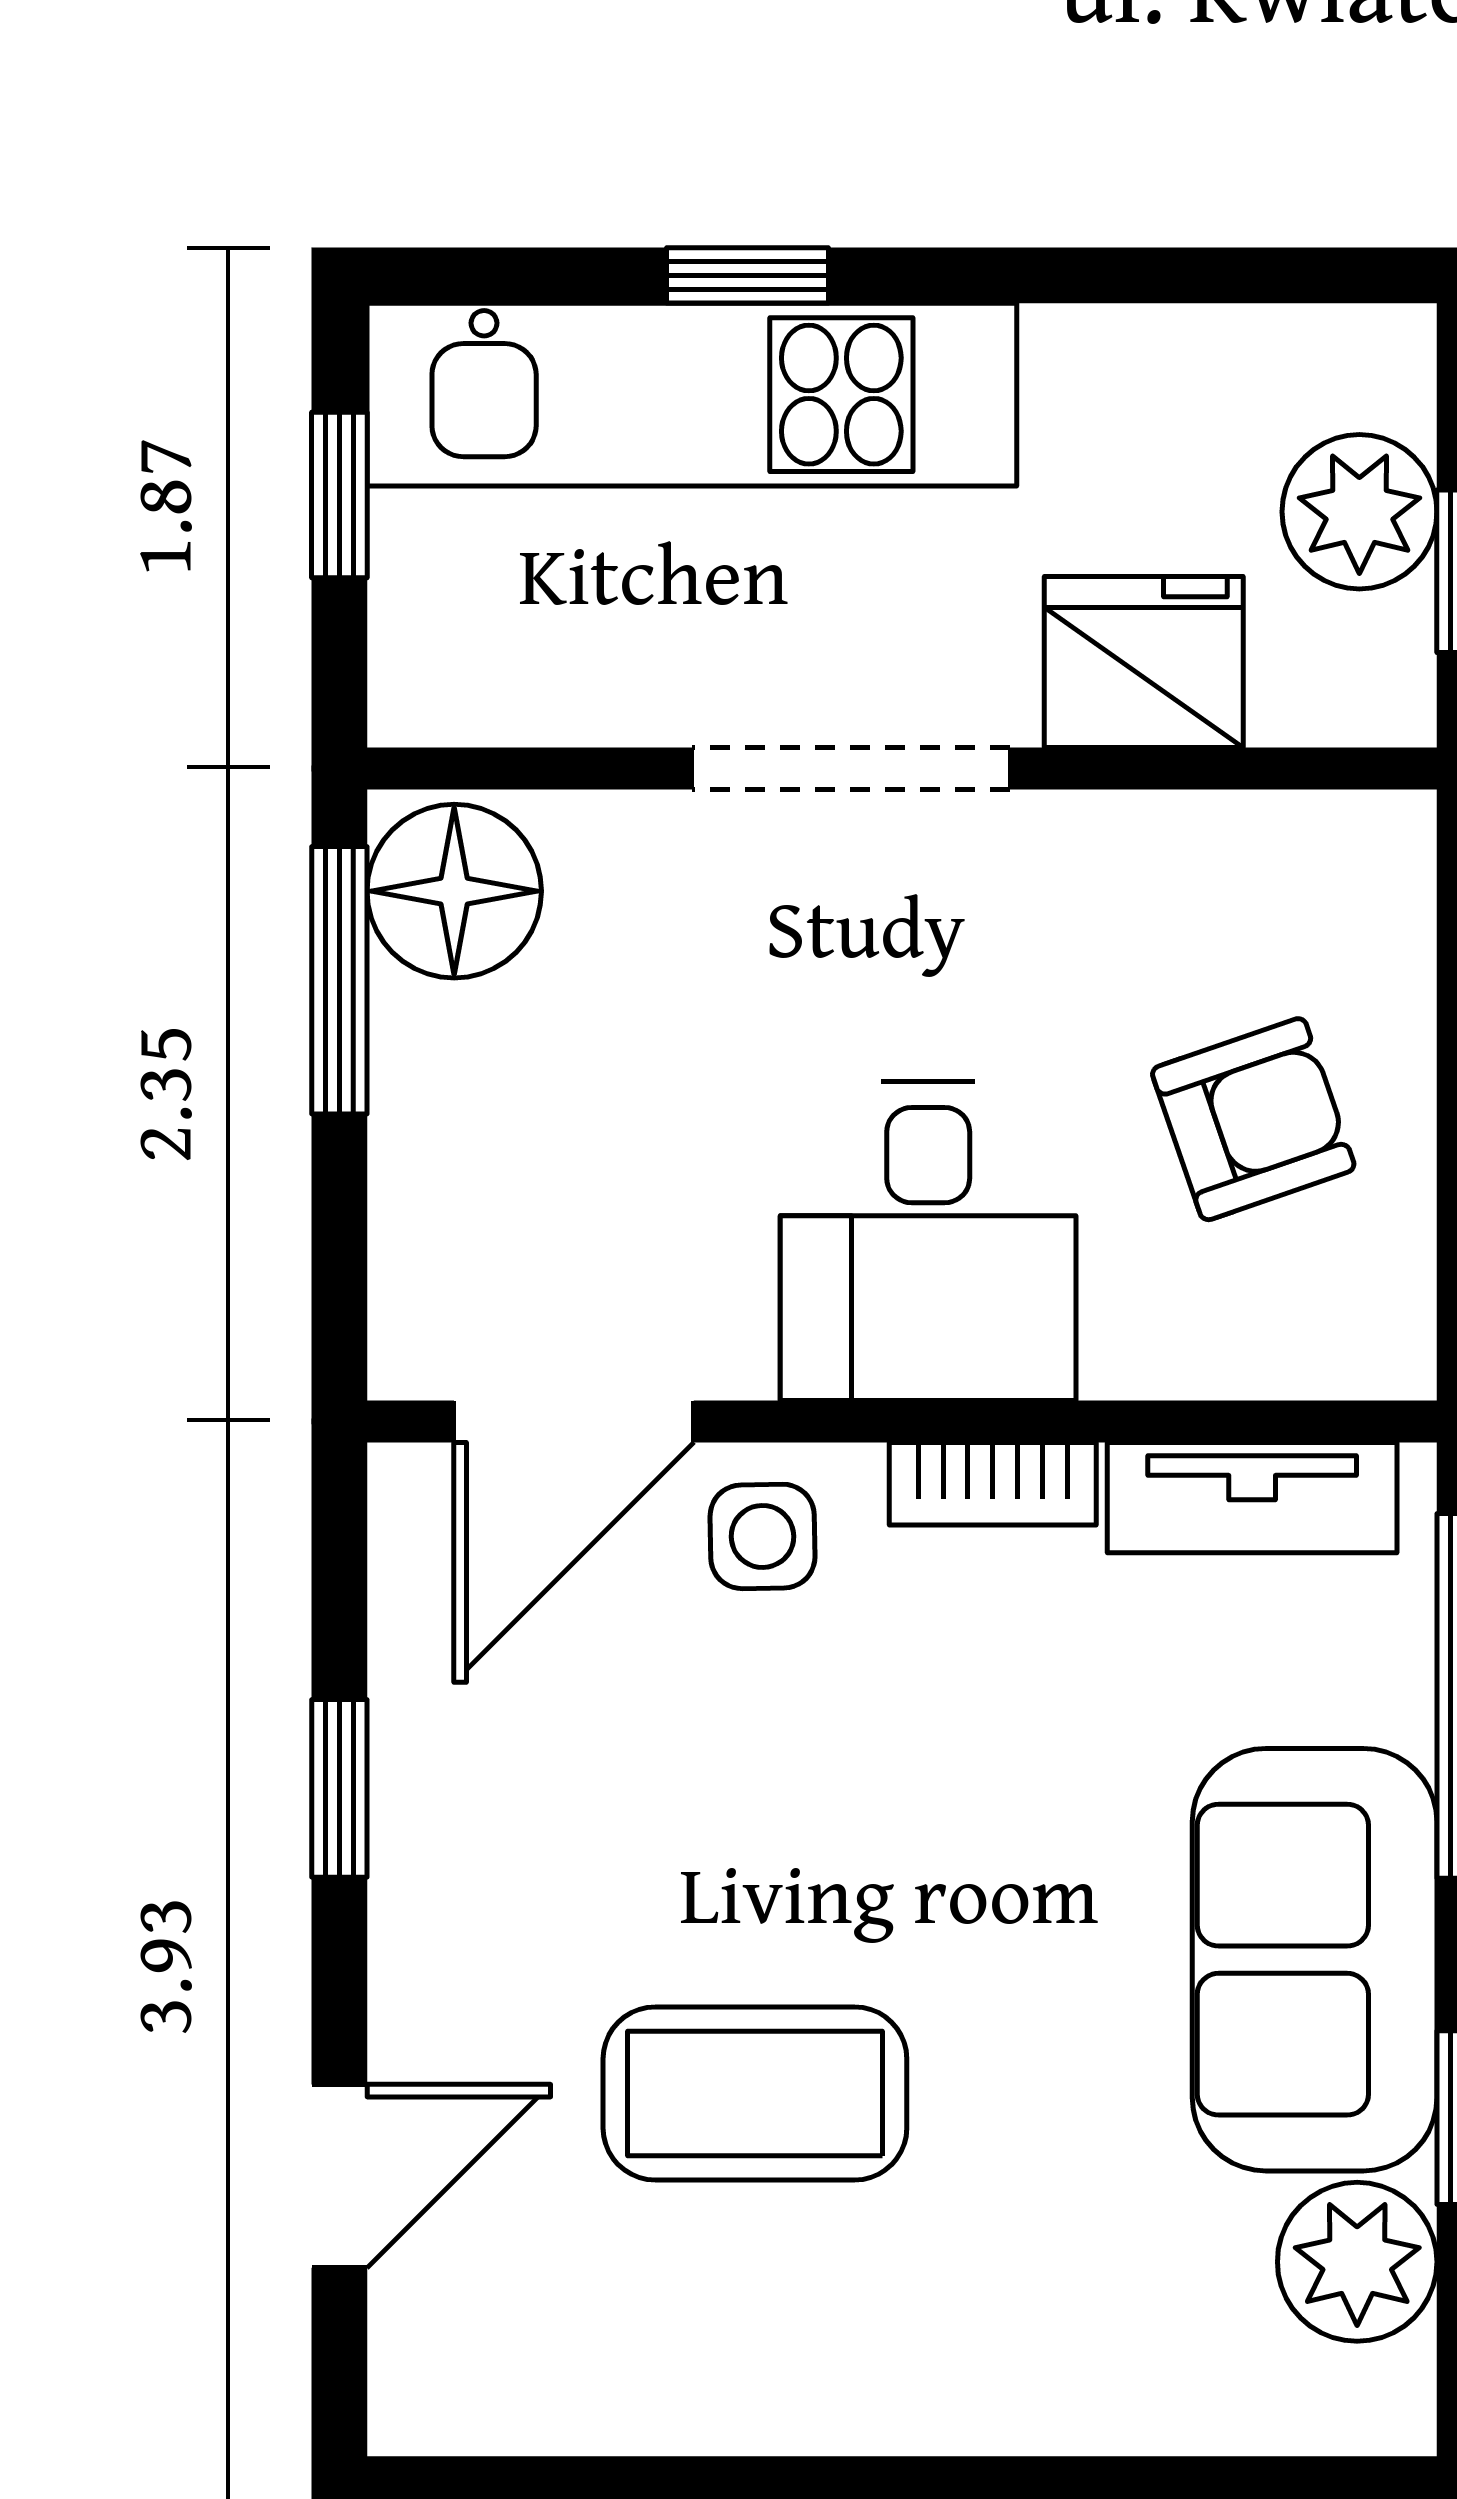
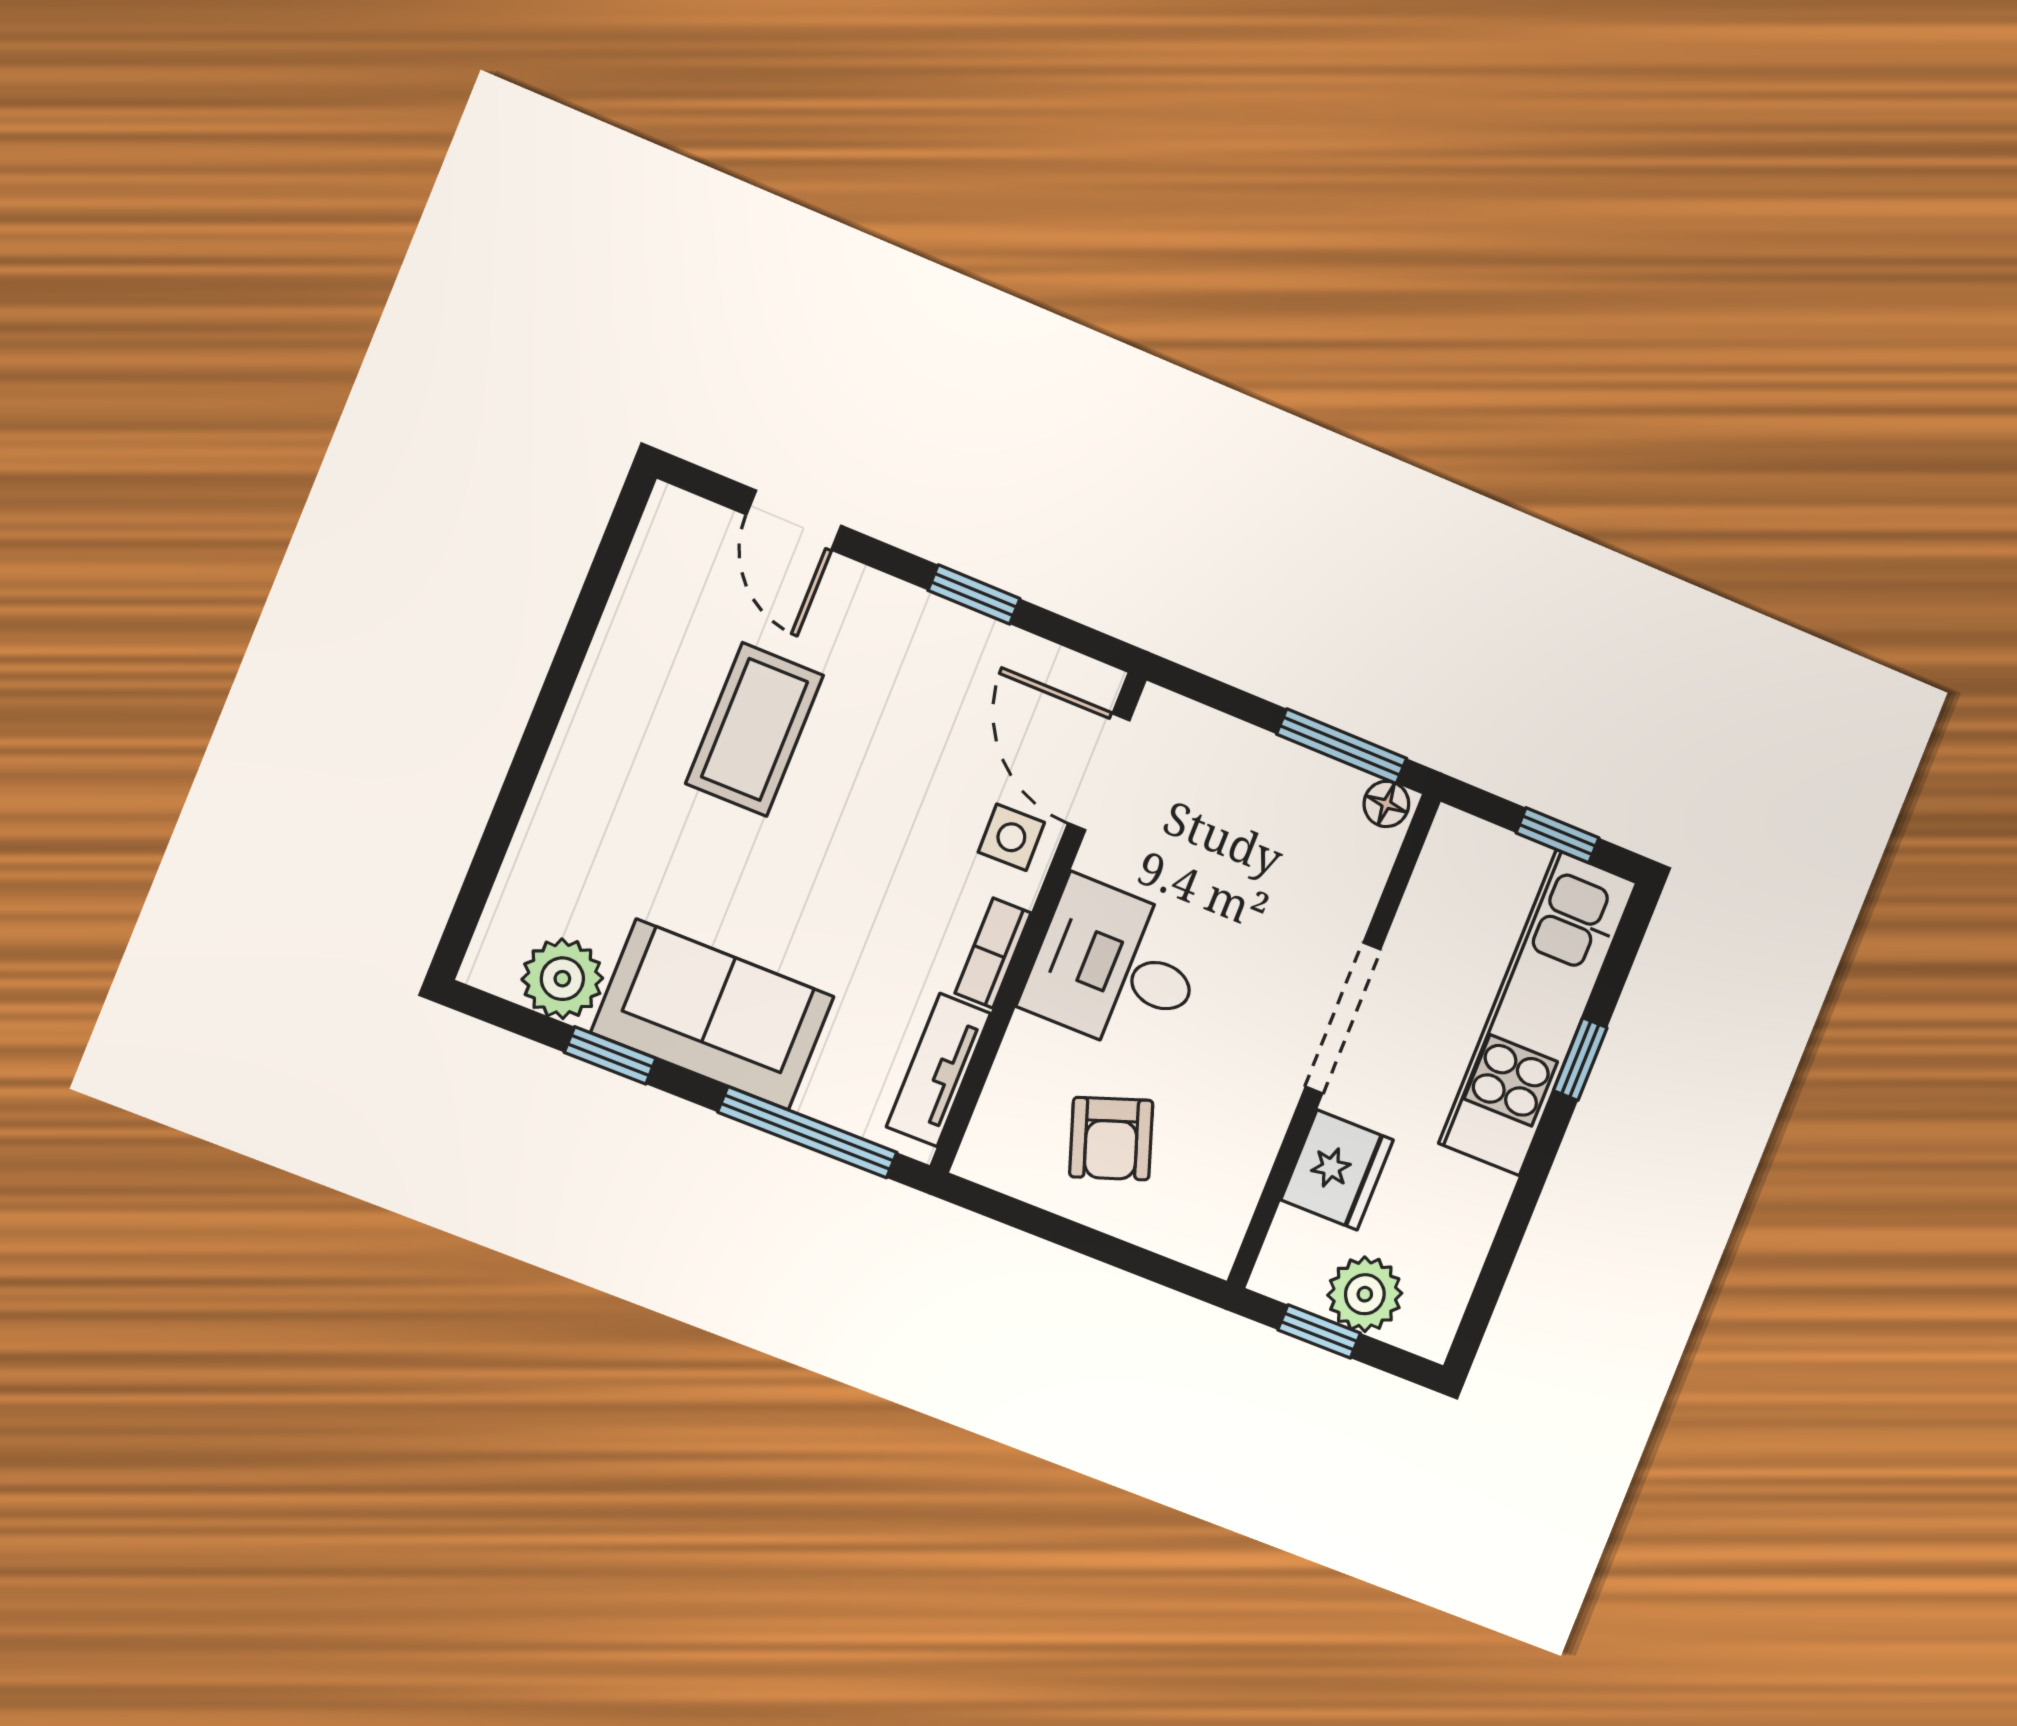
floor lamp: (454, 891) -> (1386, 804), width x0.53, depth x0.53

